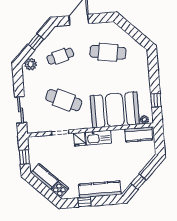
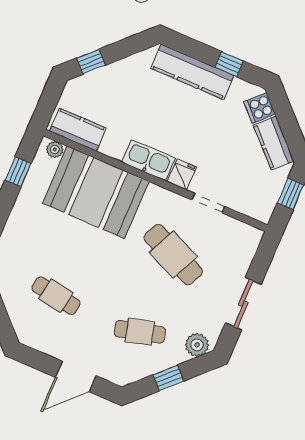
cafe table: (108, 52) -> (56, 296), width x0.73, depth x0.74
sliding door: (21, 110) -> (243, 304), moved
window: (139, 182) -> (91, 62), moved

